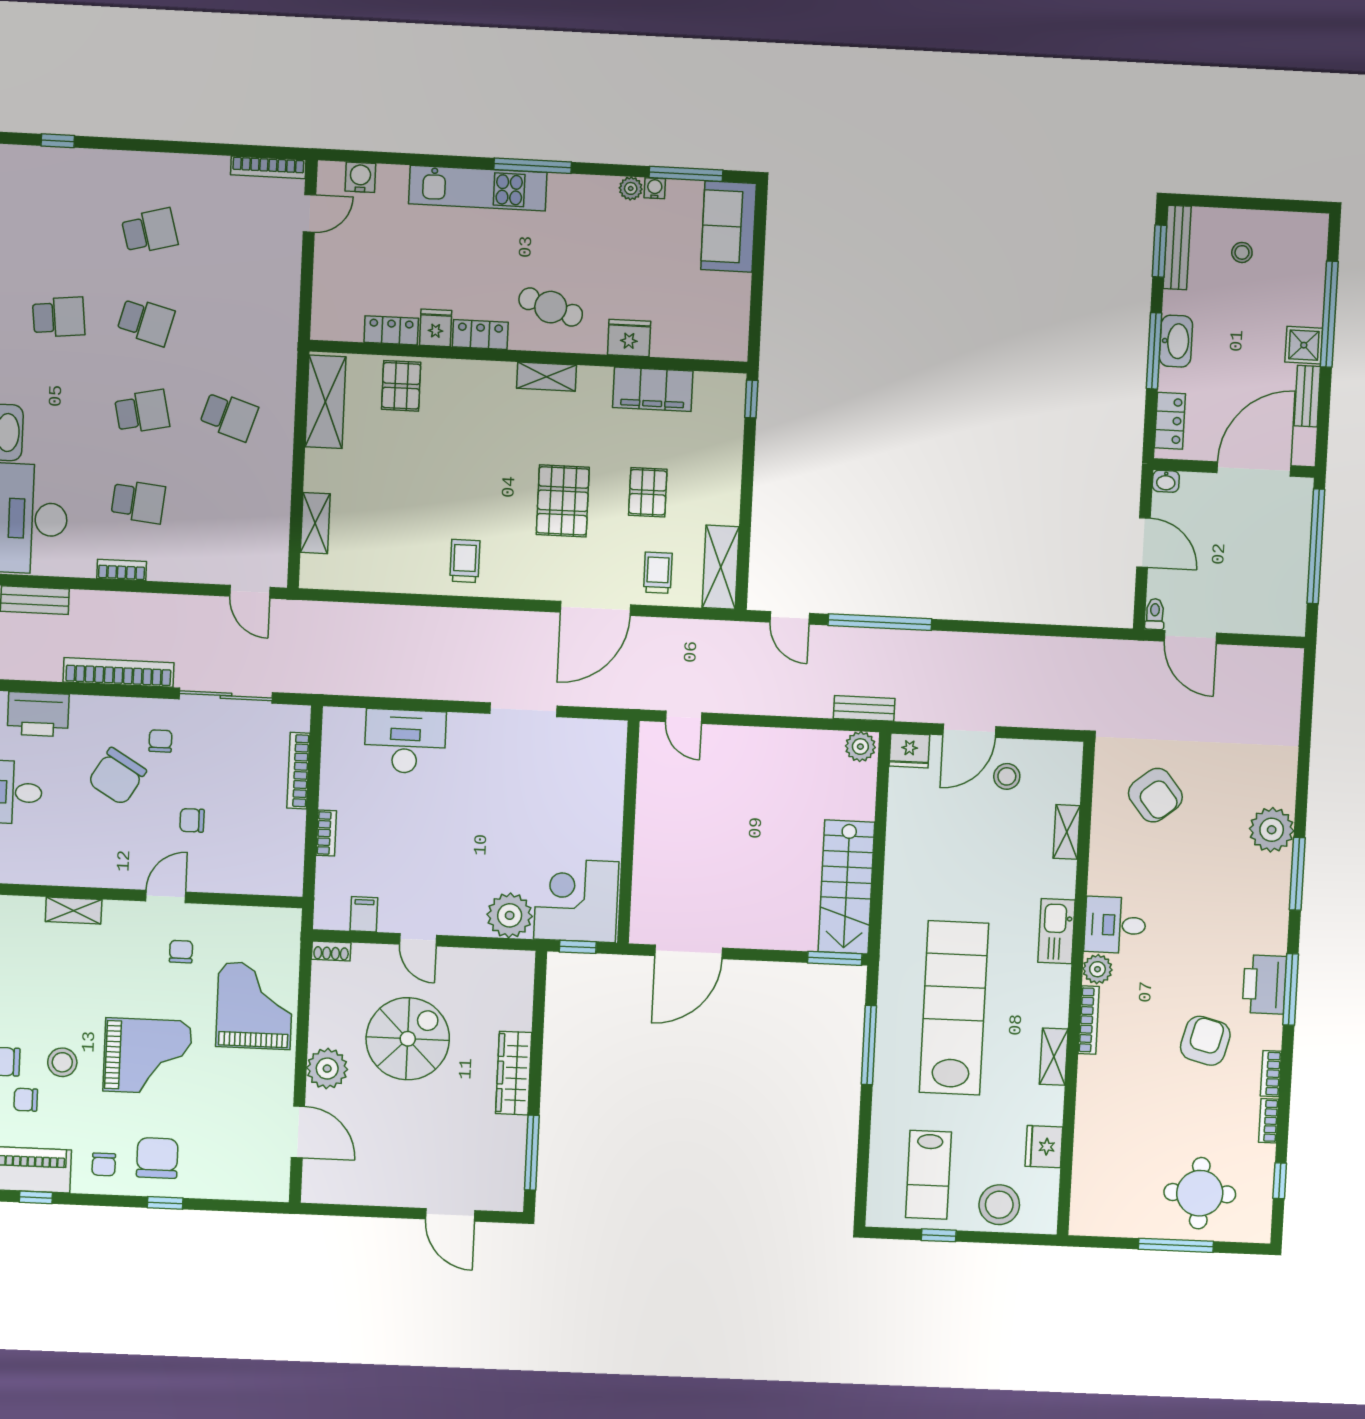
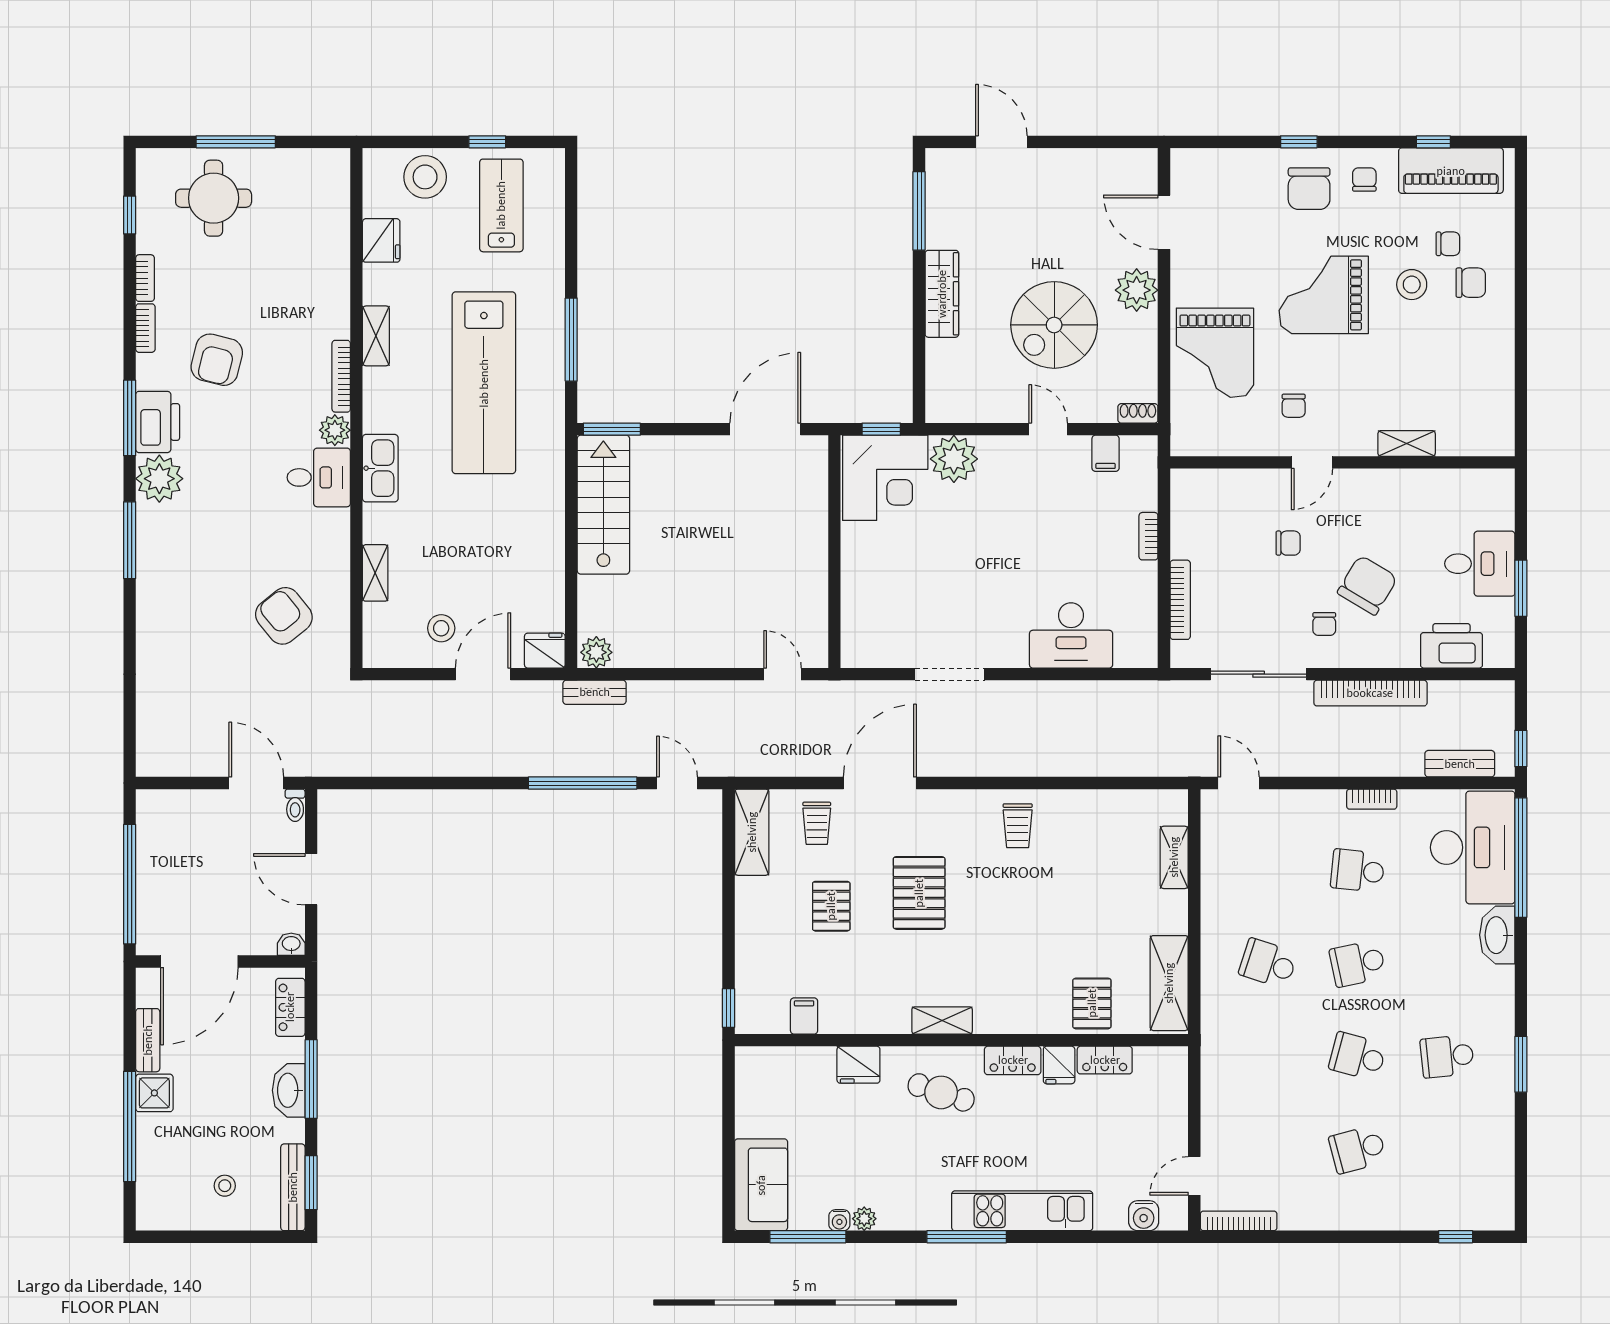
filing cabinet: (653, 389) -> (804, 1016), width x0.33, depth x0.86
plant: (1272, 830) -> (159, 479), moved

